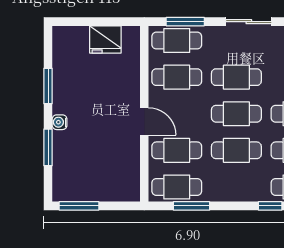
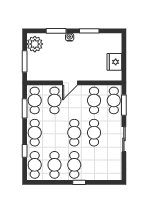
cafe table: (236, 150) -> (35, 133), moved
plant: (72, 187) -> (35, 44), added
window: (79, 206) -> (25, 61), moved

